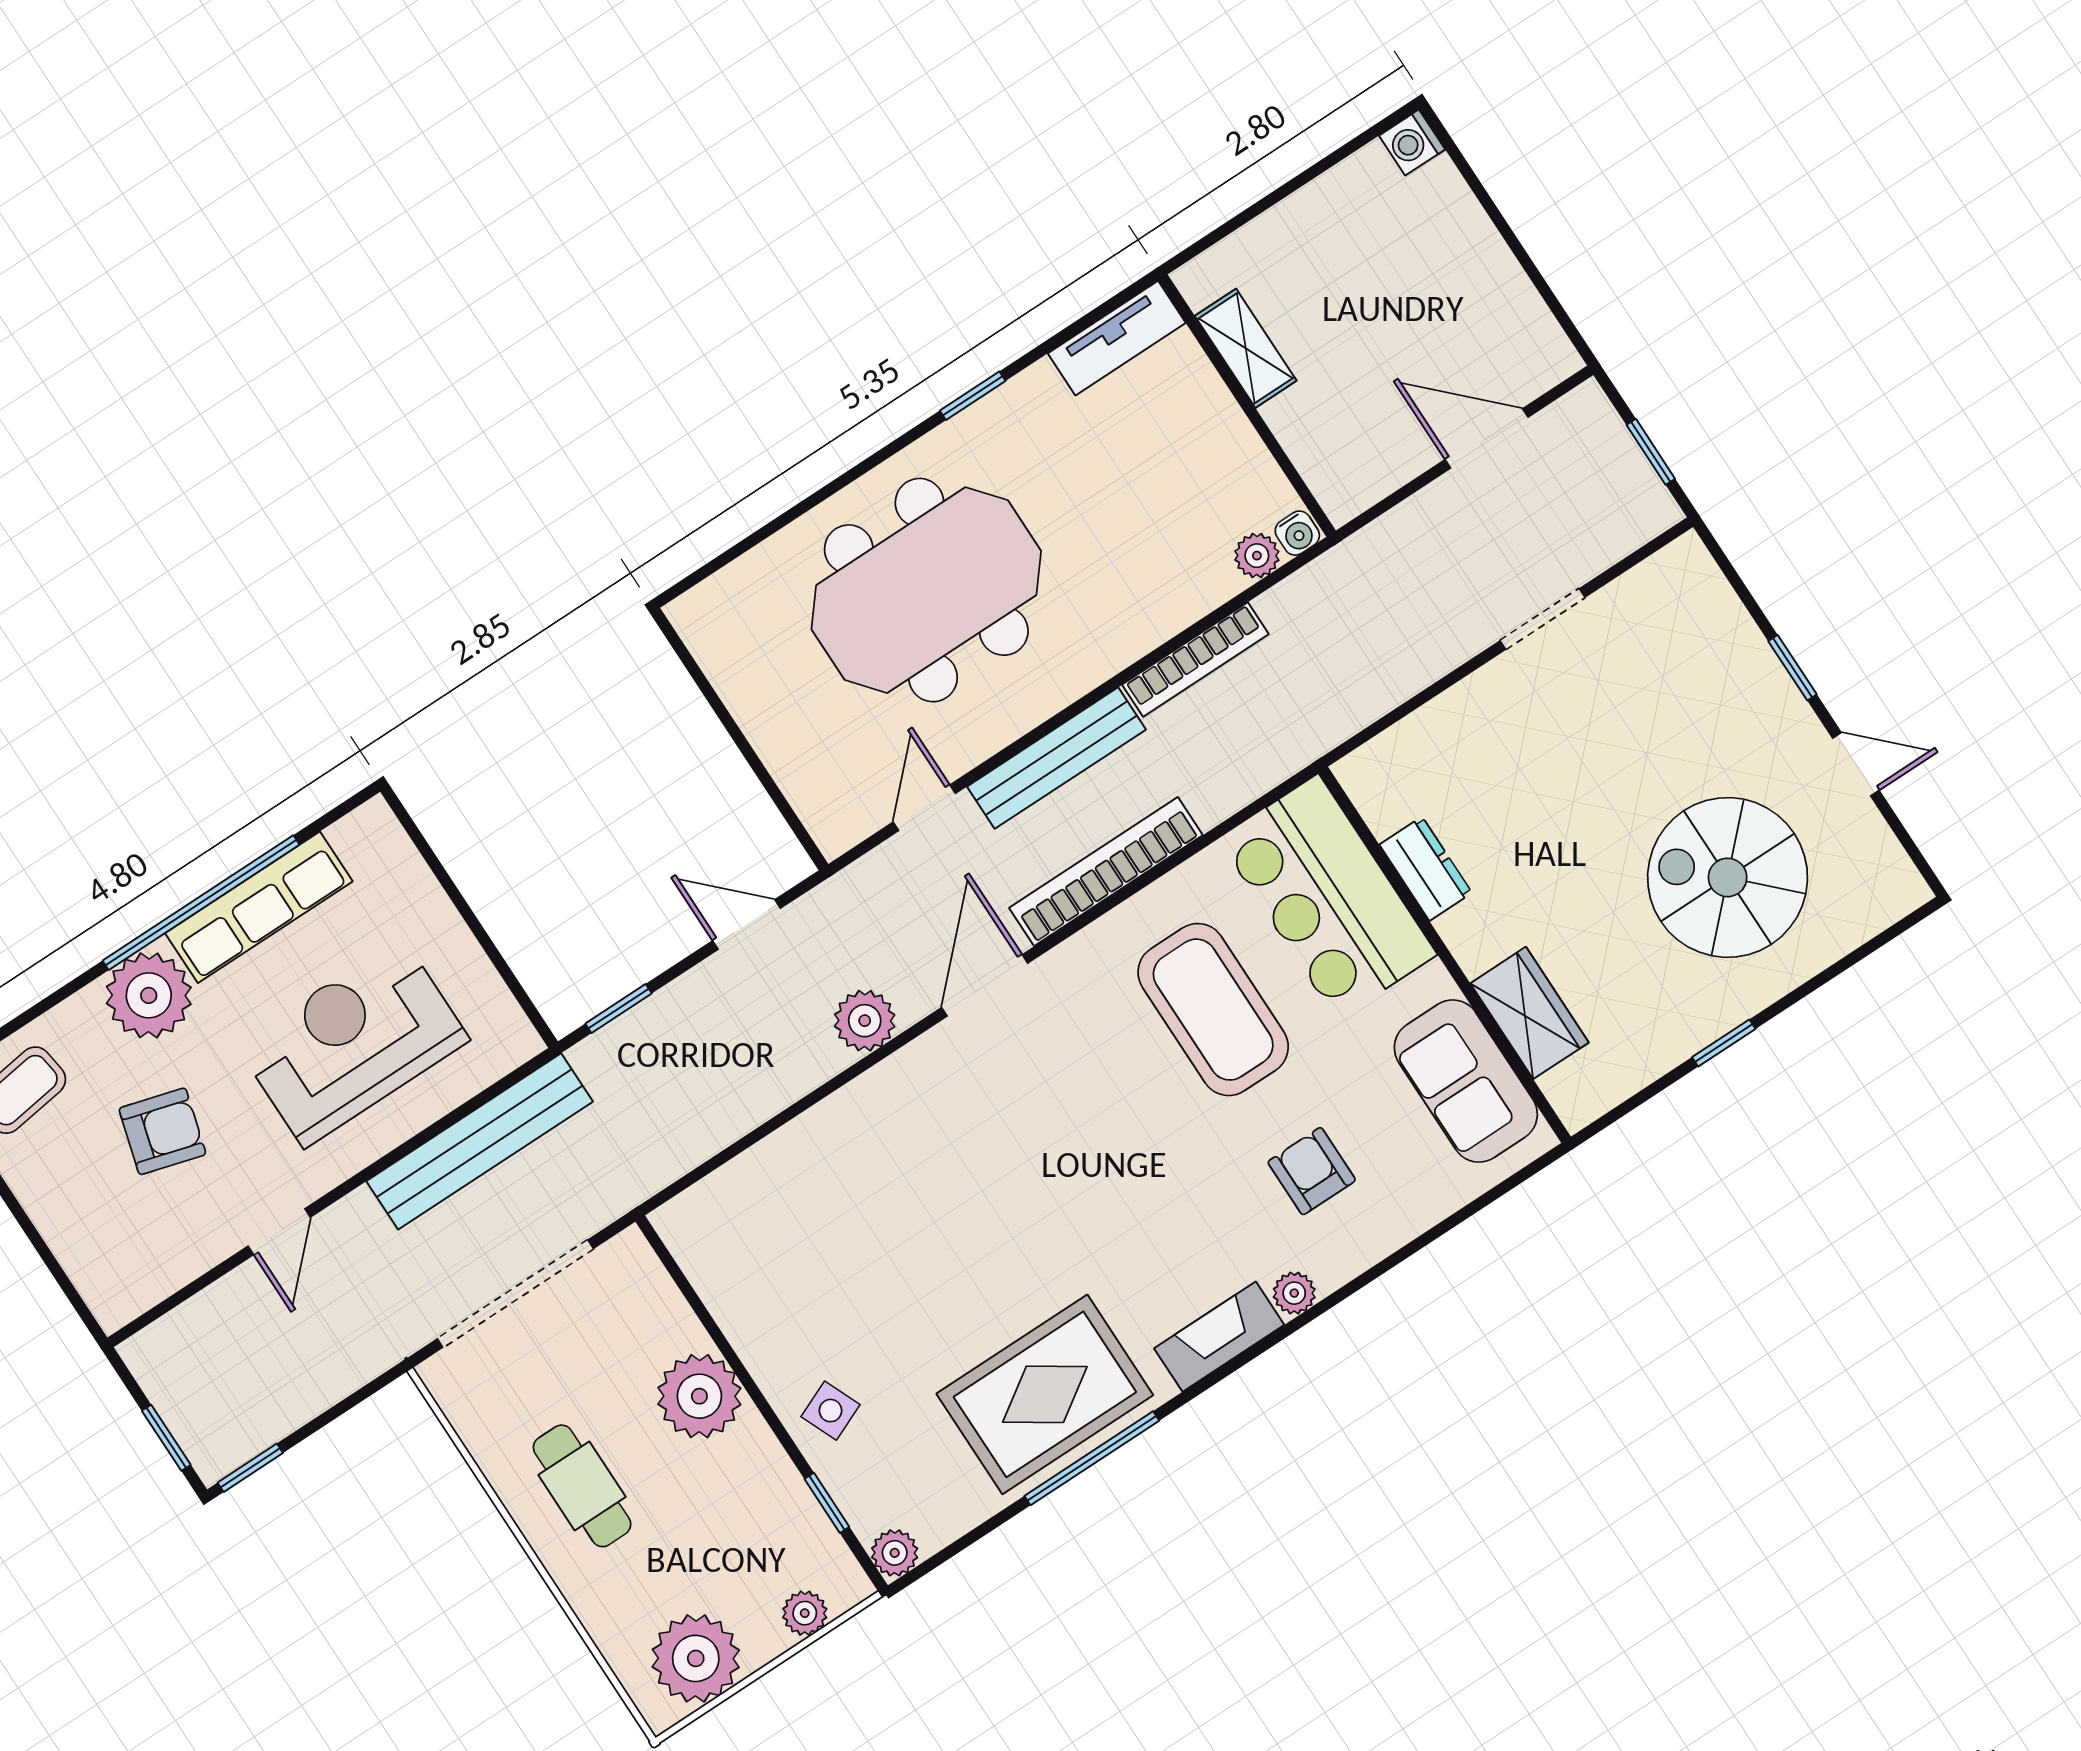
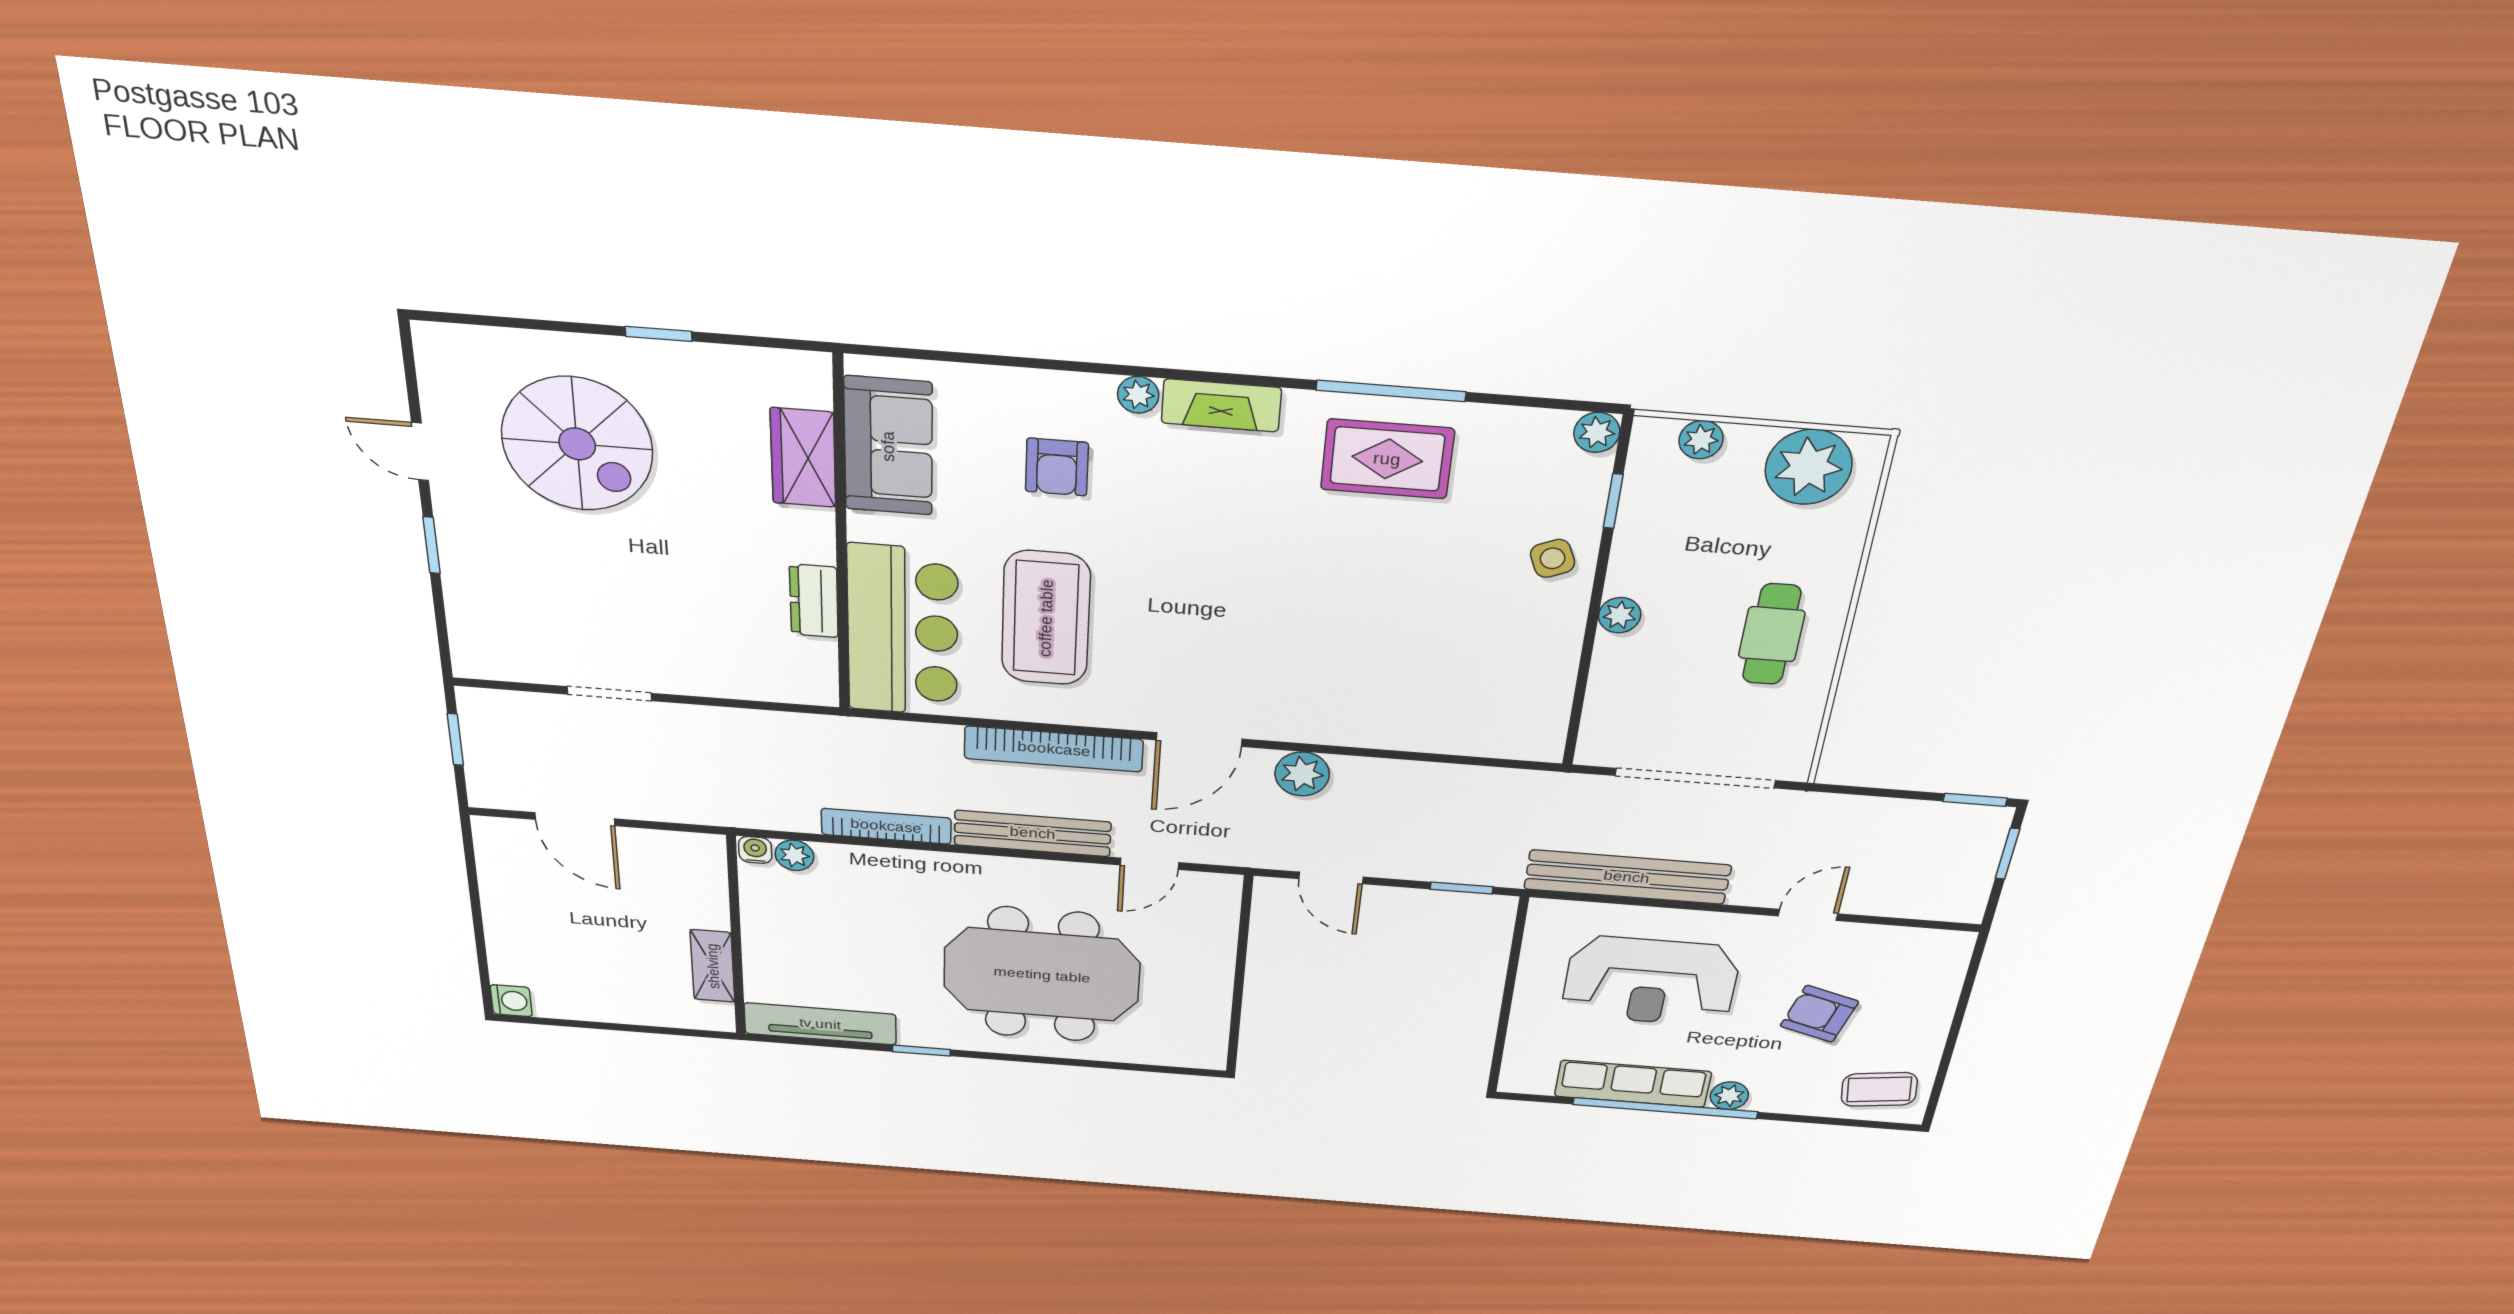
tv unit: (1117, 338) -> (820, 1024), width x1.41
plant: (149, 995) -> (1729, 1096), width x0.53, depth x0.53
rug: (1045, 1394) -> (1387, 459), width x0.73, depth x0.70
plant: (699, 1396) -> (1620, 615), width x0.53, depth x0.53

